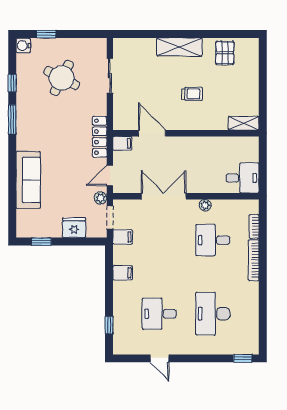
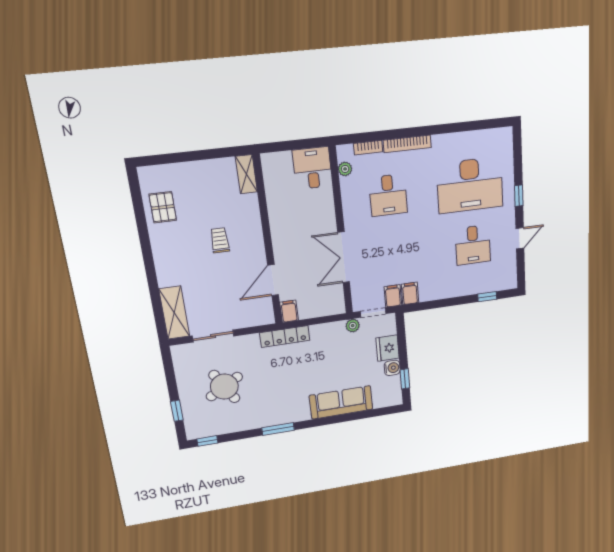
water cooler: (23, 46) -> (392, 368), moved, turned -90
shelving: (179, 47) -> (174, 313), moved
pallet: (225, 53) -> (163, 207), turned 90
round table: (62, 78) -> (224, 387), turned 33
window: (12, 83) -> (207, 441), moved
door: (110, 176) -> (327, 319), removed
plant: (205, 205) -> (345, 169), moved
filing cabinet: (123, 273) -> (410, 293), moved
desk: (213, 314) -> (470, 185), width x1.36, depth x1.30
window: (243, 358) -> (519, 196), moved

